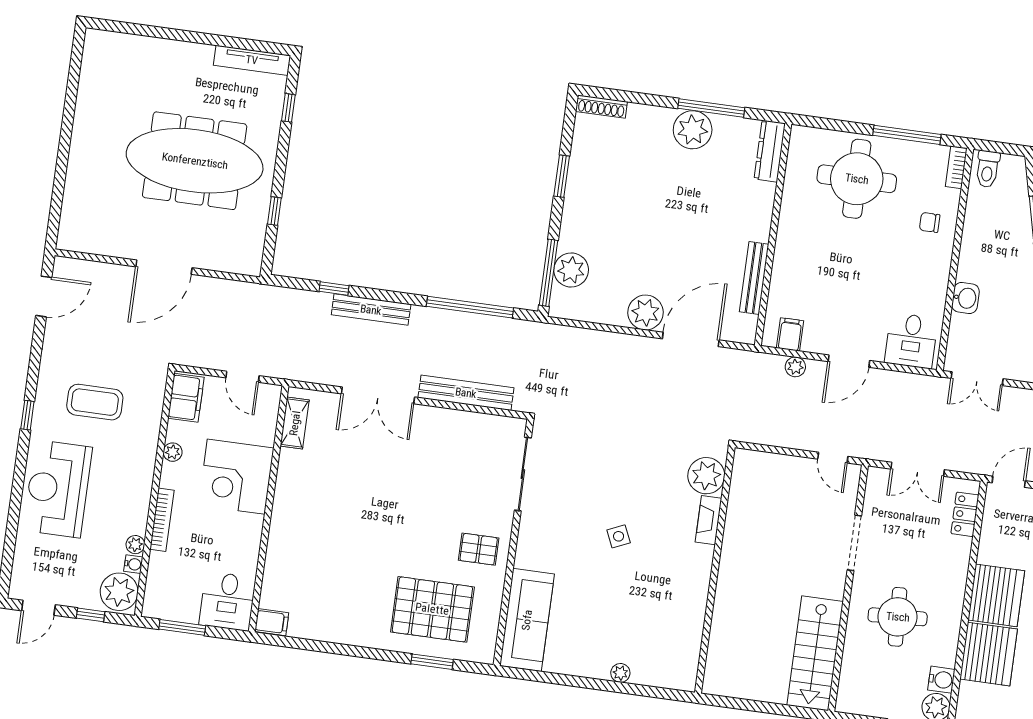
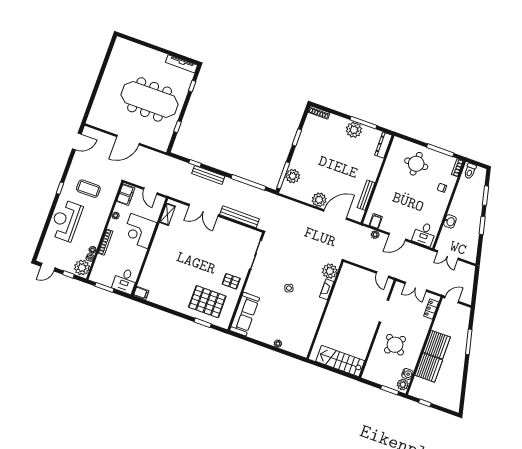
round table: (857, 179) -> (416, 164), width x0.73, depth x0.73
round table: (898, 617) -> (395, 345), turned 37
stairs: (815, 653) -> (340, 361), moved, turned 90

